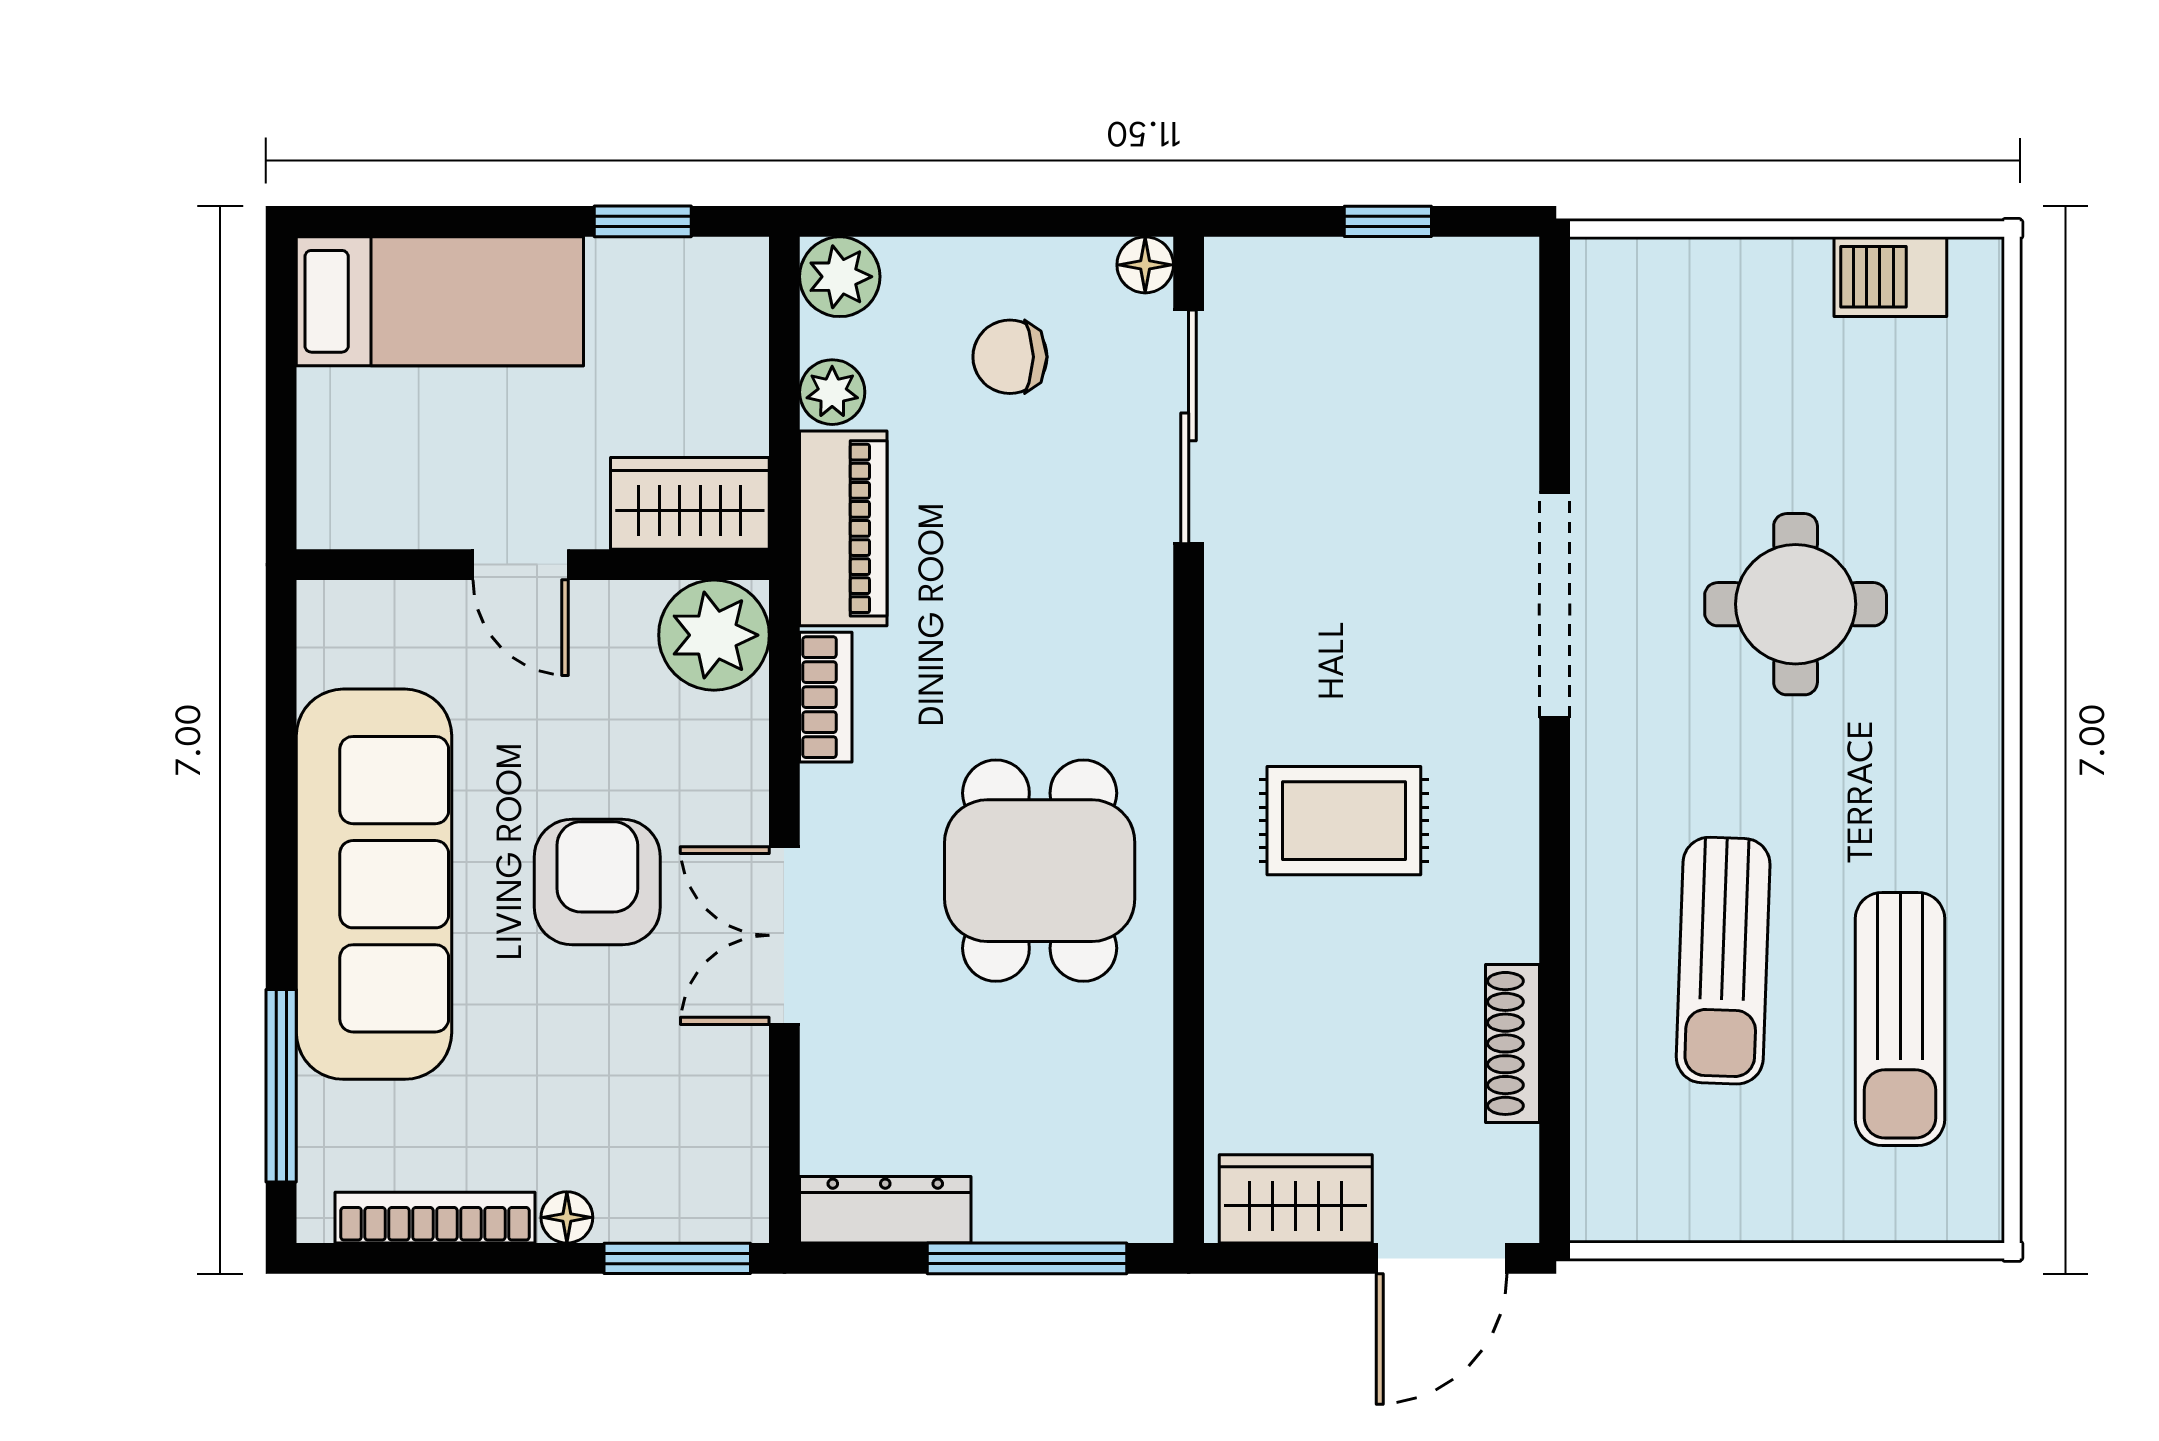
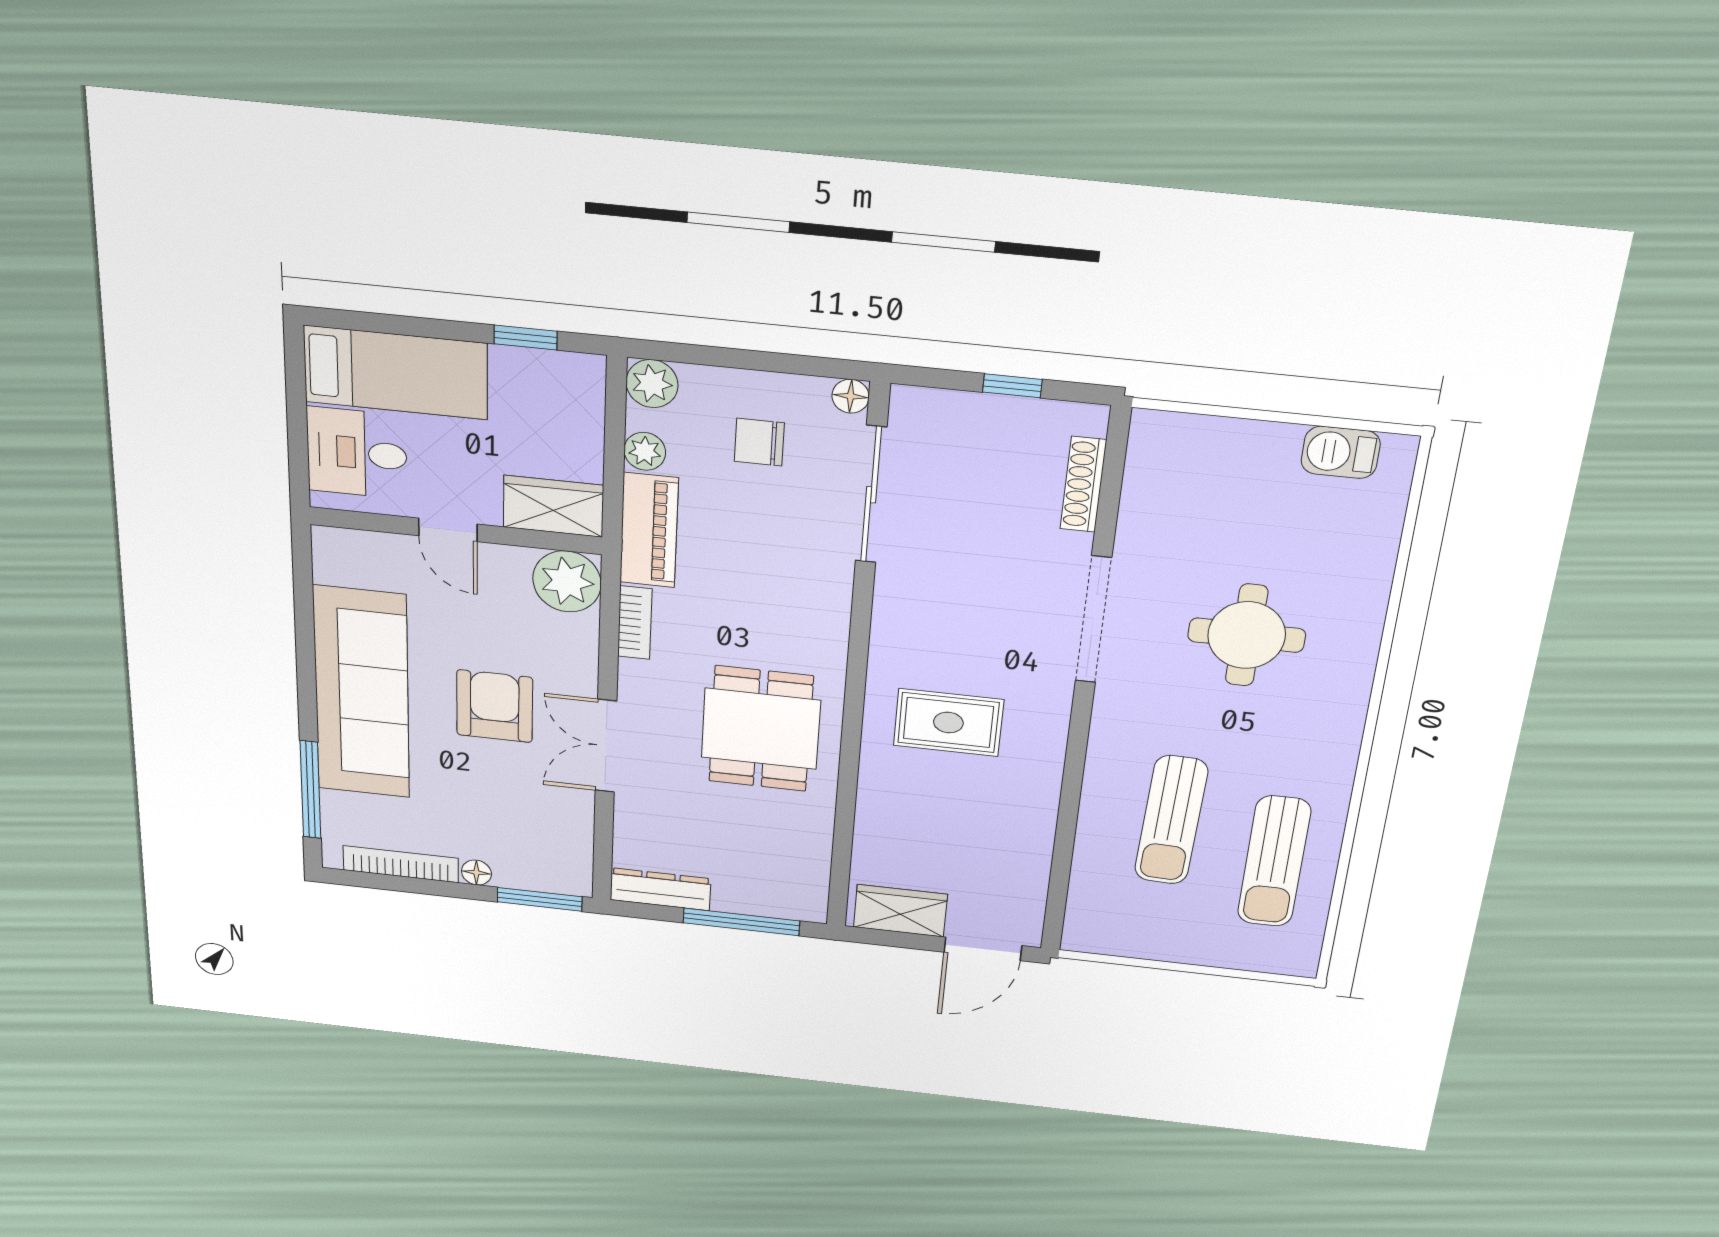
desk: (376, 445) -> (357, 453), added
shoe rack: (1512, 1043) -> (1083, 484), moved

